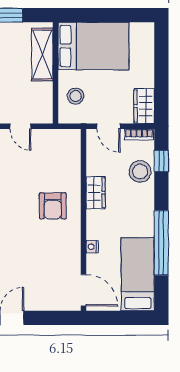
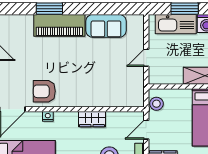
stool: (76, 96) -> (156, 104), moved
armchair: (53, 206) -> (44, 91), moved

